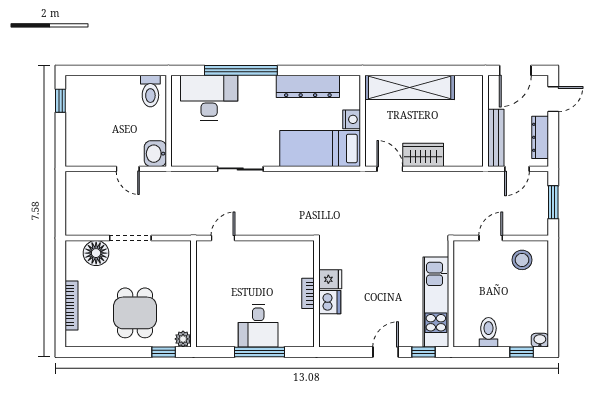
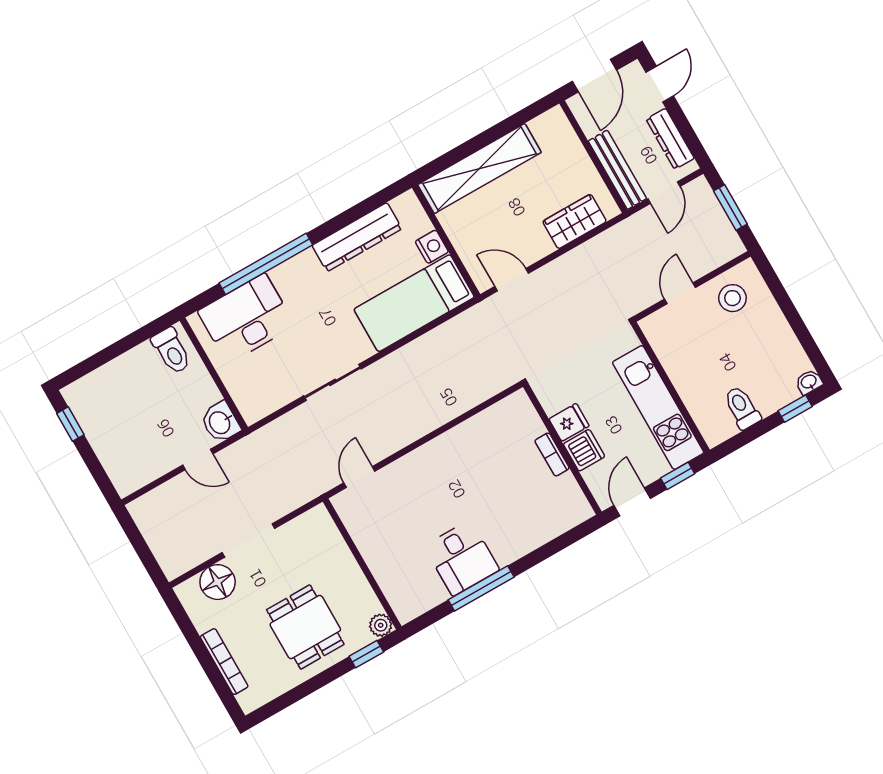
wardrobe: (423, 155) -> (575, 221), moved
fridge: (330, 279) -> (569, 422), moved
bookcase: (308, 293) -> (552, 454), moved
wall: (316, 294) -> (562, 449), moved
dishwasher: (330, 302) -> (584, 450), moved

